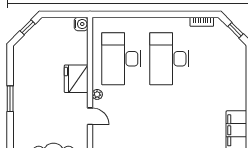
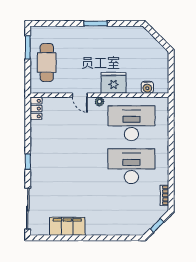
water cooler: (81, 24) -> (147, 87), moved
window: (28, 27) -> (160, 39), removed
door: (90, 116) -> (80, 95), hinge flipped

